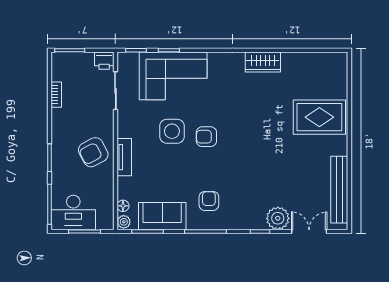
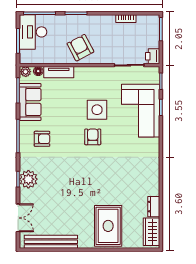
dresser: (295, 59) -> (154, 207), added
wardrobe: (263, 62) -> (152, 232), moved
tv unit: (124, 157) -> (59, 72), moved
plant: (278, 218) -> (28, 179), moved

